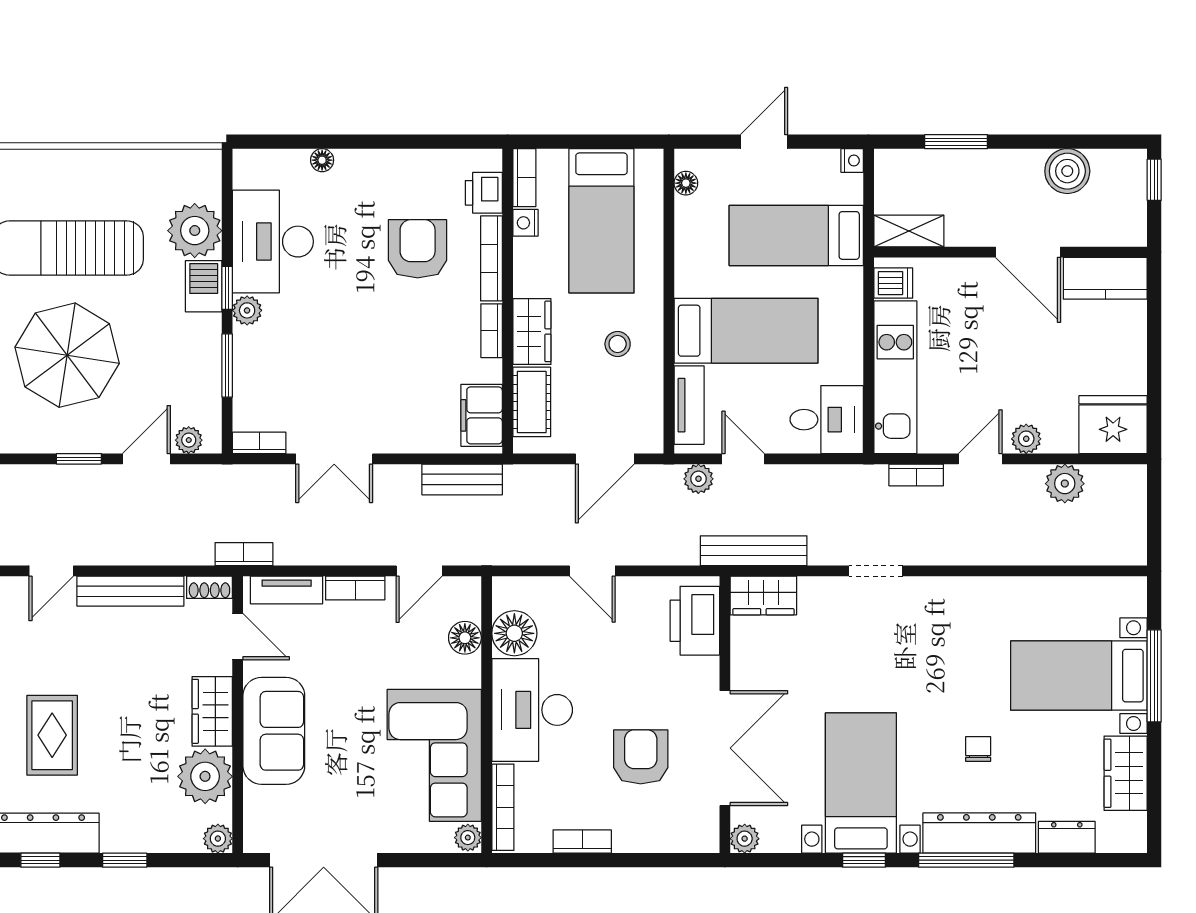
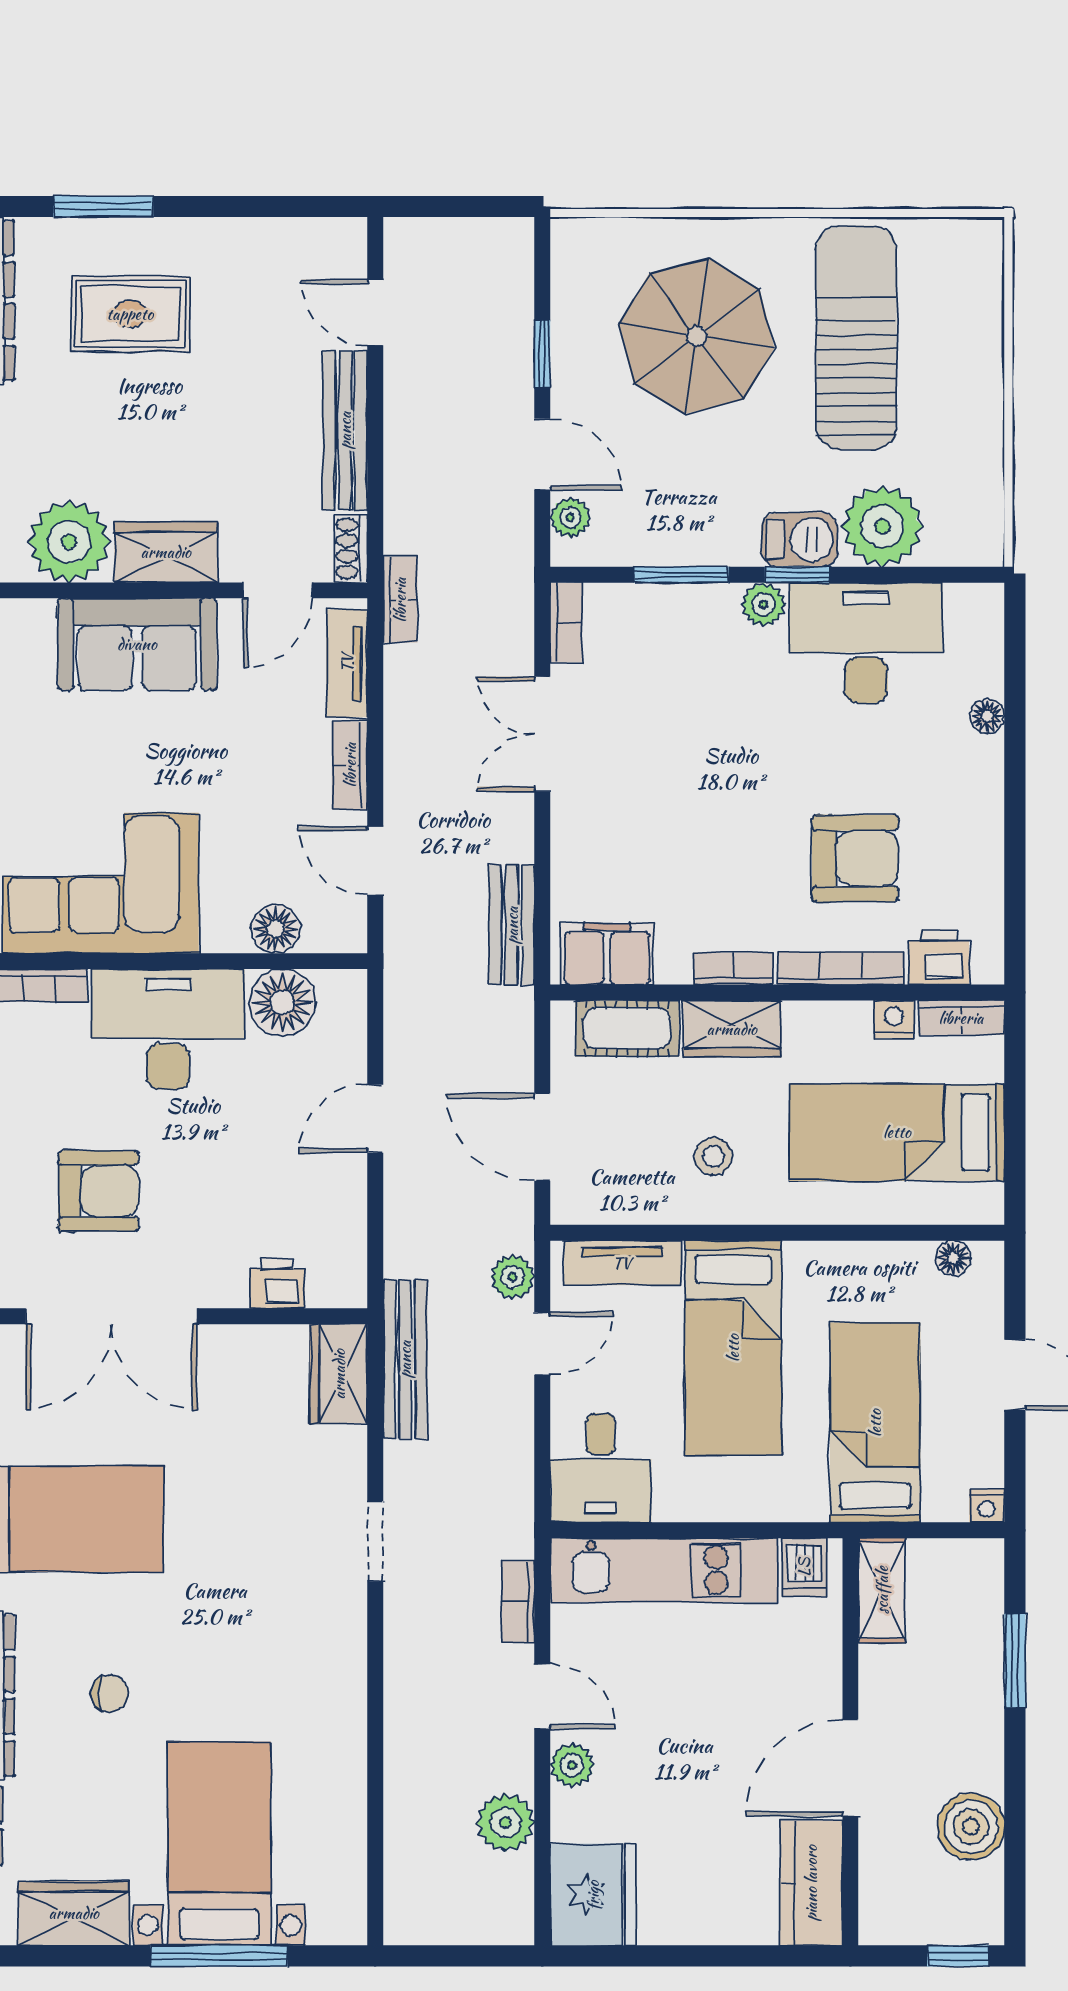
printer: (695, 621) -> (277, 1284), width x0.53, depth x0.68

